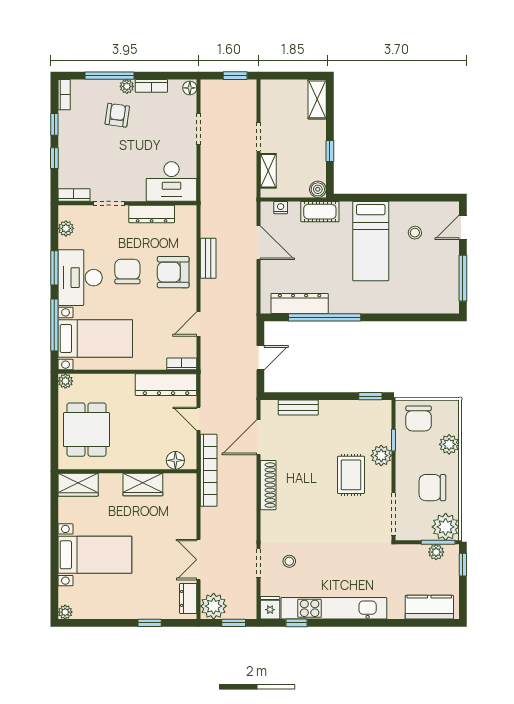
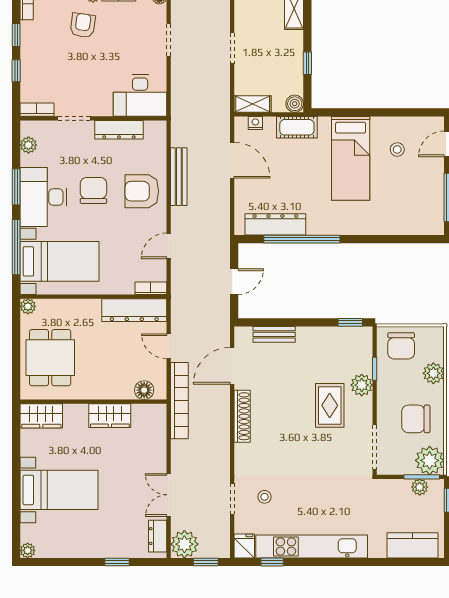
shelving: (268, 171) -> (253, 104), moved, turned 90
bench: (208, 258) -> (179, 177), width x1.36

